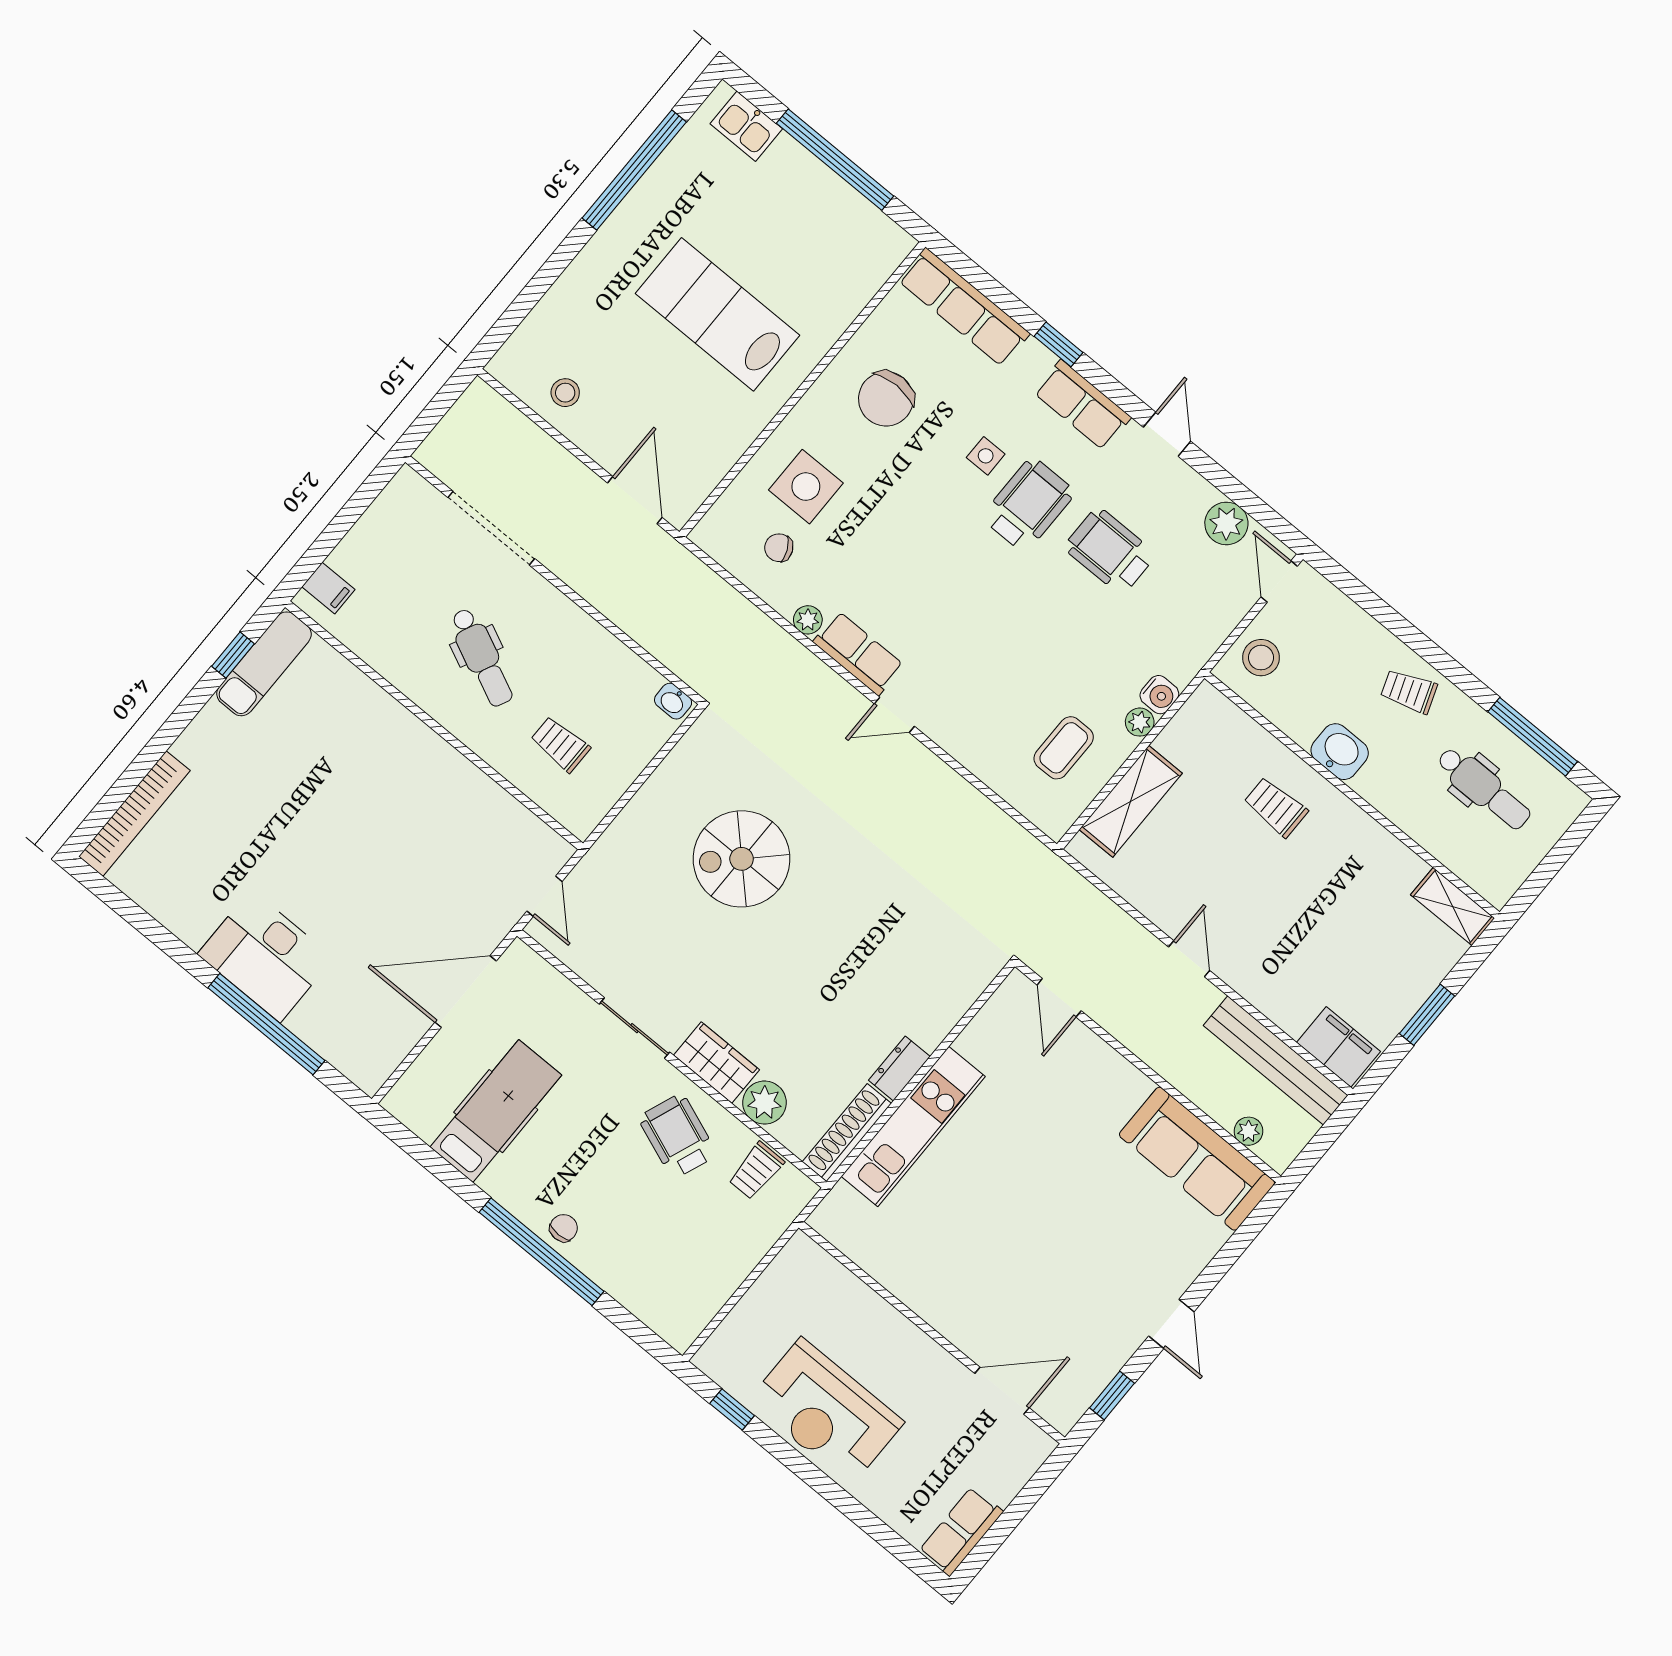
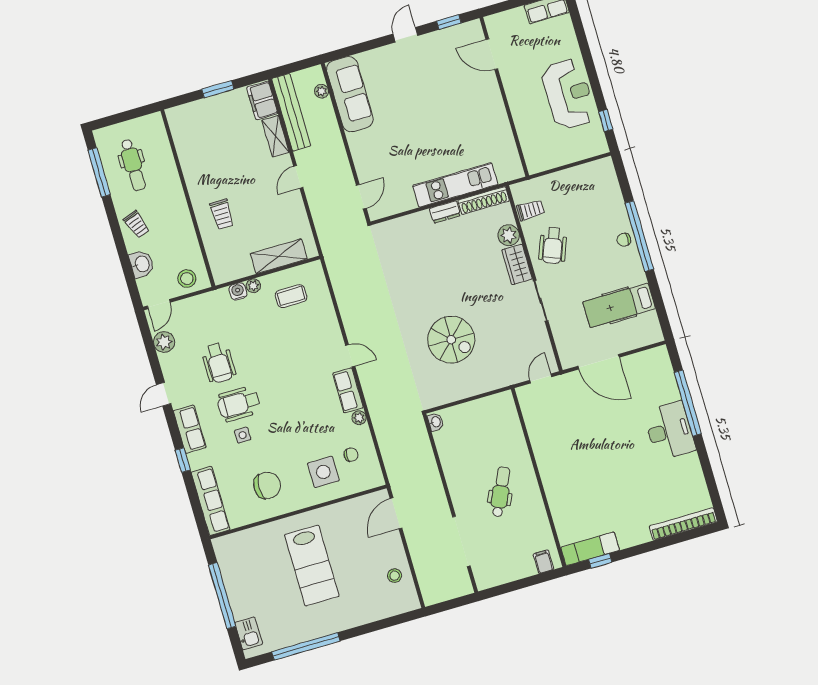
chair: (779, 548) -> (351, 455), turned -63
trolley: (560, 744) -> (493, 435), removed
washbasin: (1340, 752) -> (142, 264), moved, turned 180
dental chair: (1484, 788) -> (133, 165), turned 180
shelving: (1453, 907) -> (275, 136), moved

